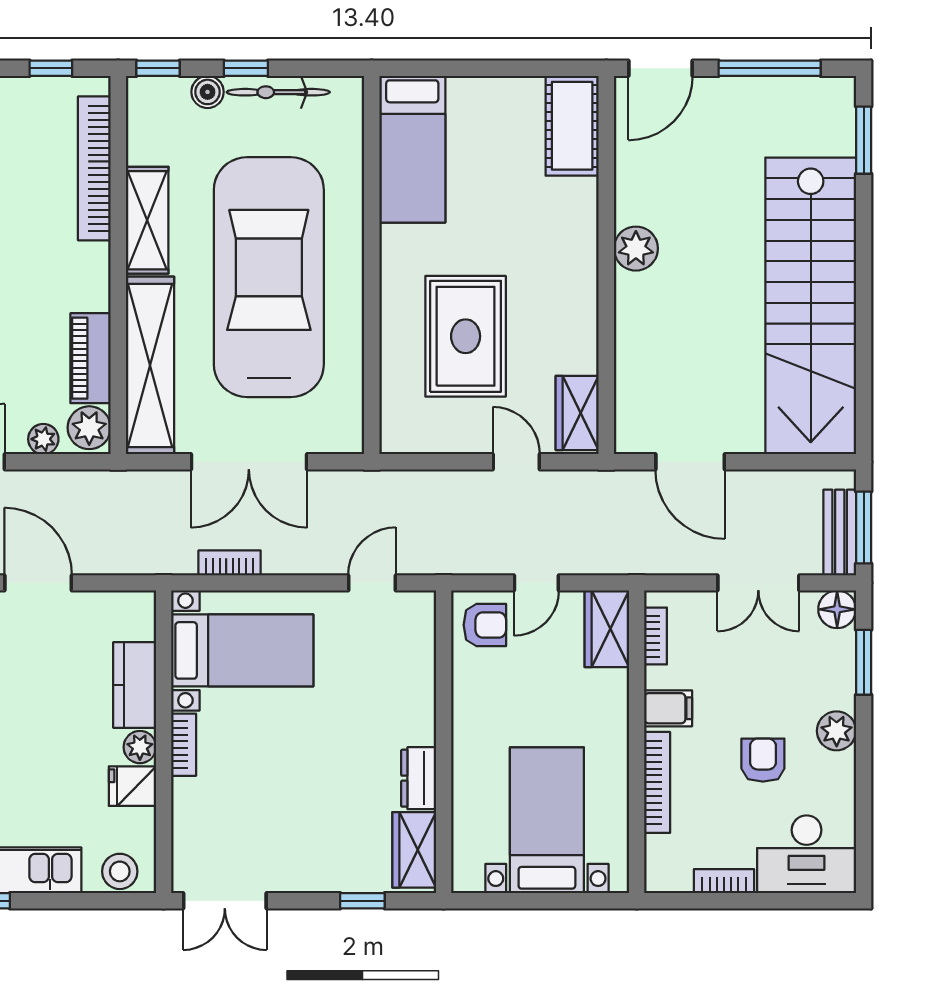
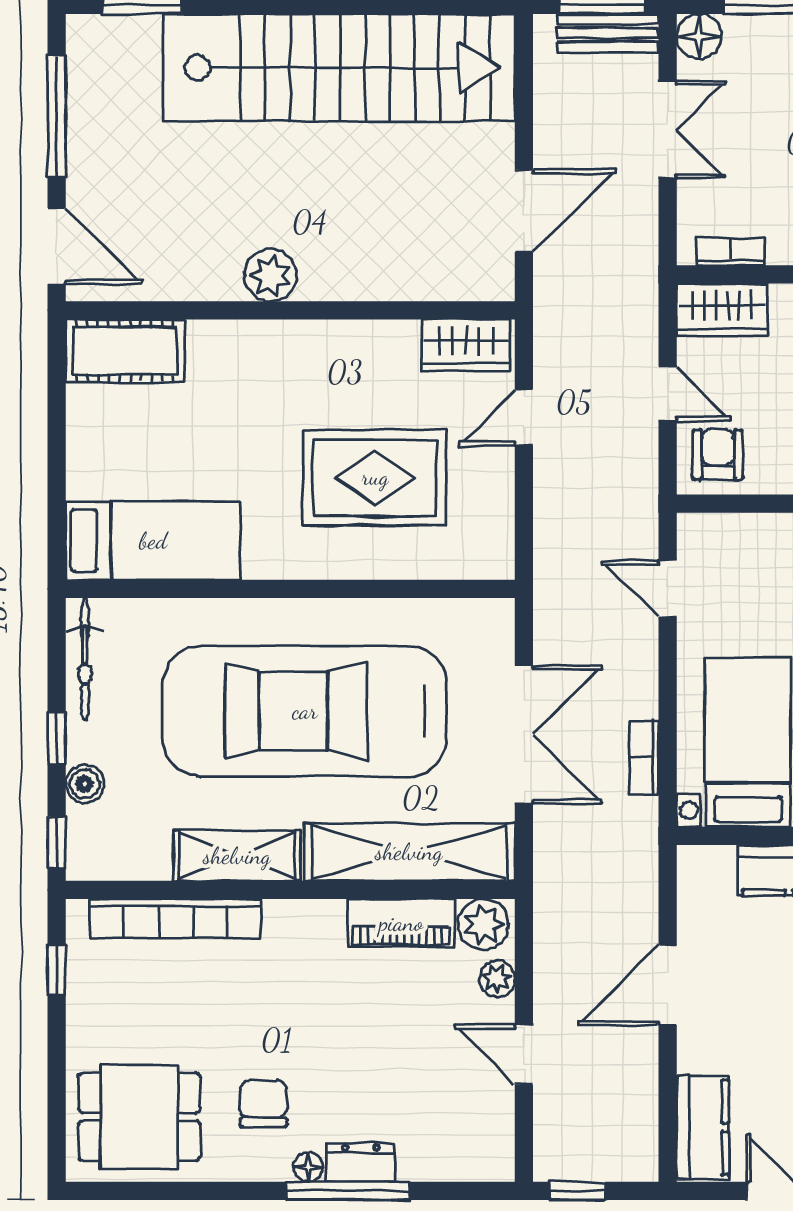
bicycle: (278, 92) -> (85, 659), moved

